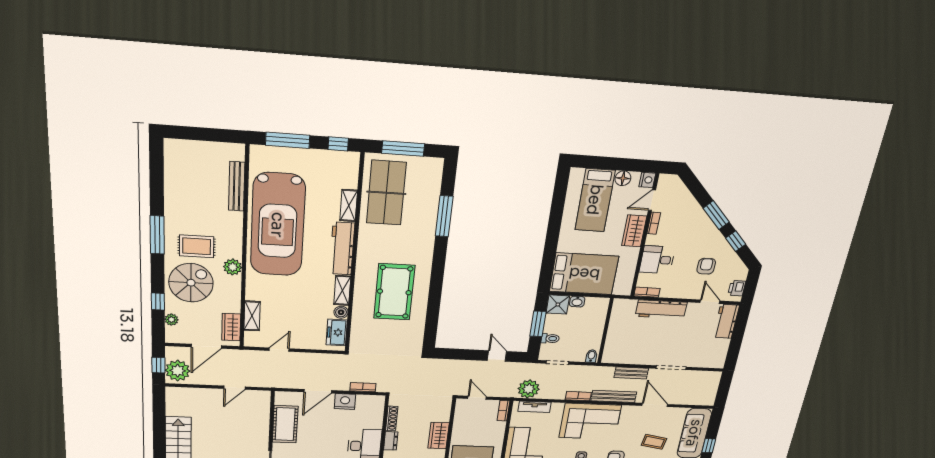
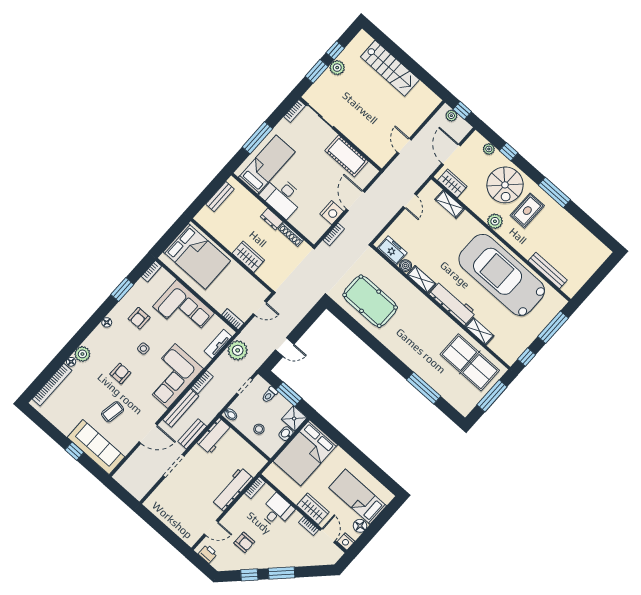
pool table: (394, 292) -> (370, 301), moved
workbench: (726, 321) -> (214, 436), moved, turned 90
stool: (589, 326) -> (259, 429), added
plant: (178, 371) -> (451, 116), width x0.53, depth x0.53

